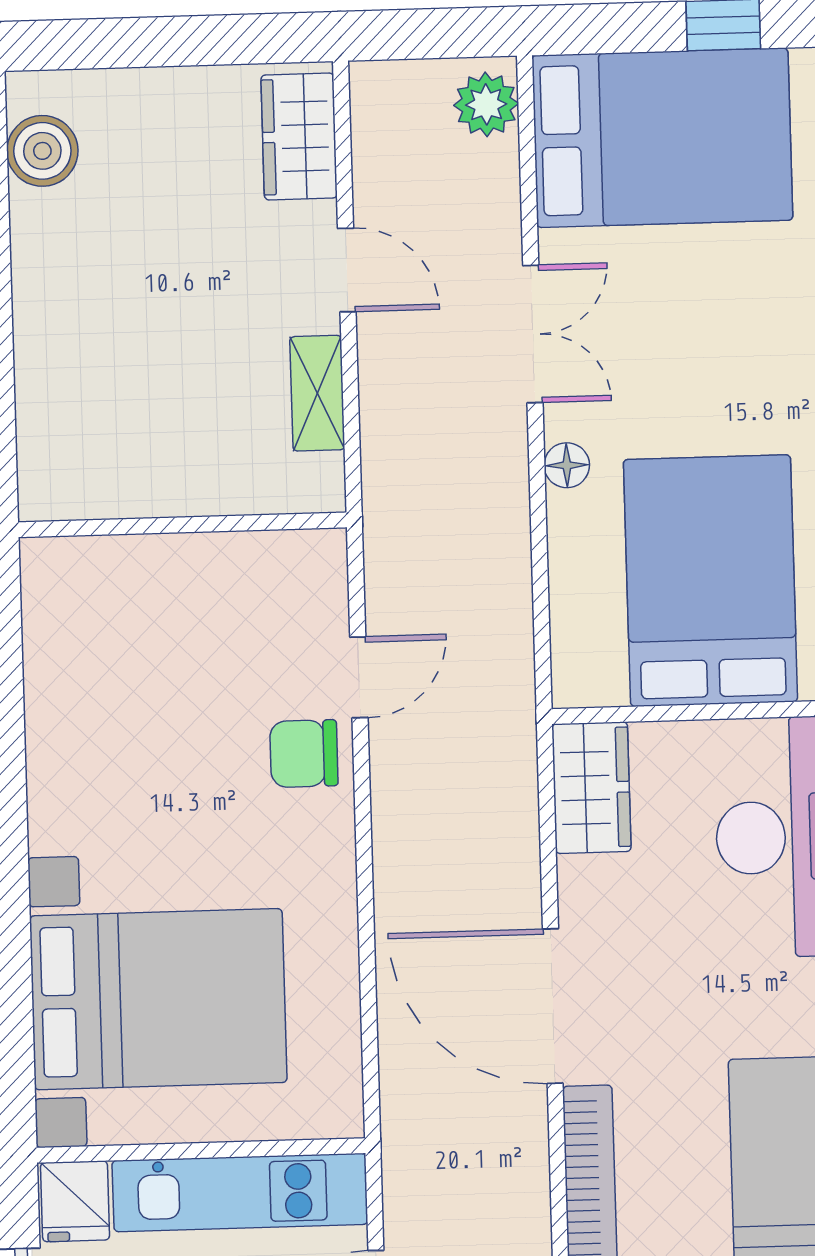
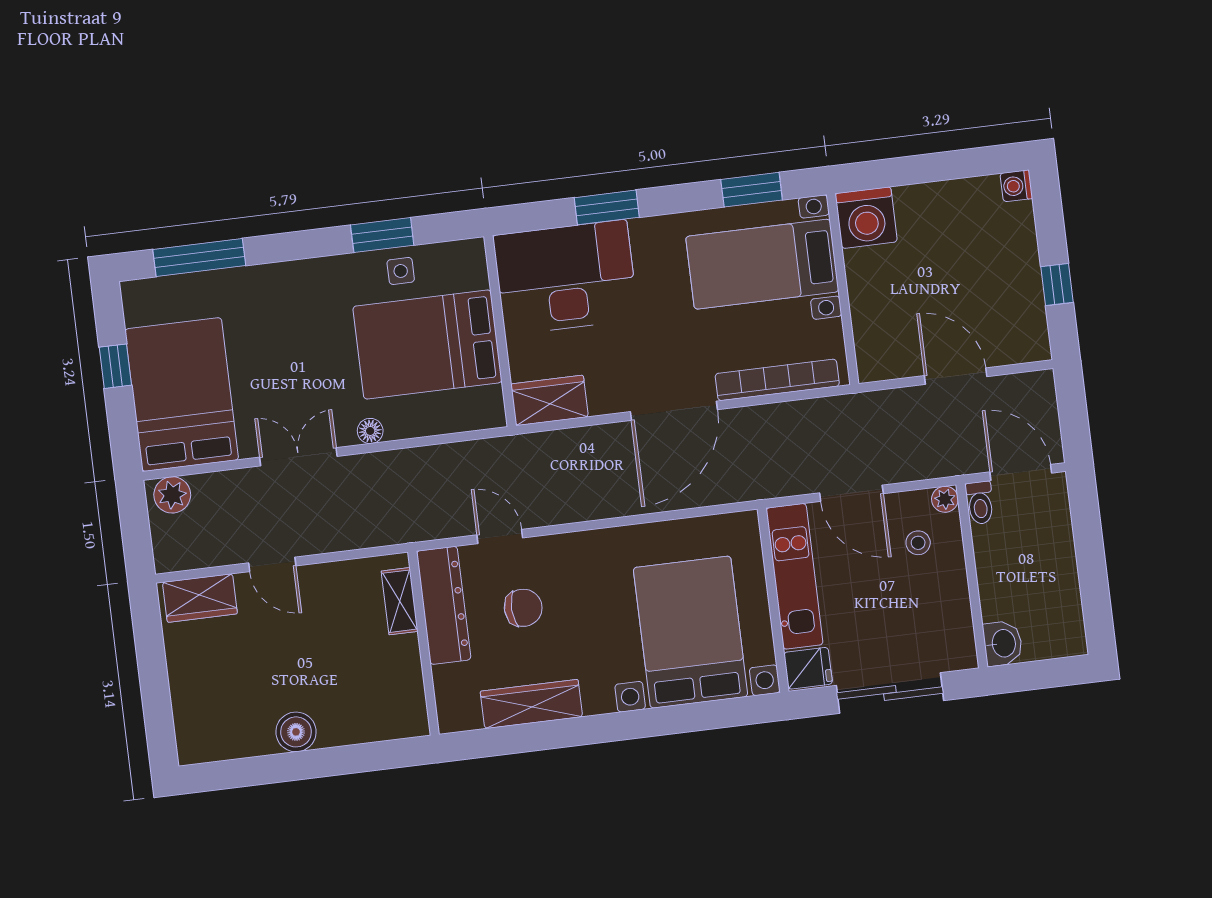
boiler: (42, 151) -> (296, 732), moved
door: (347, 270) -> (272, 564), swing flipped
shelving: (317, 393) -> (400, 601), moved, turned 90
dresser: (246, 567) -> (444, 605), added
wardrobe: (57, 706) -> (531, 704), added
chair: (304, 754) -> (523, 608), moved, turned -92

